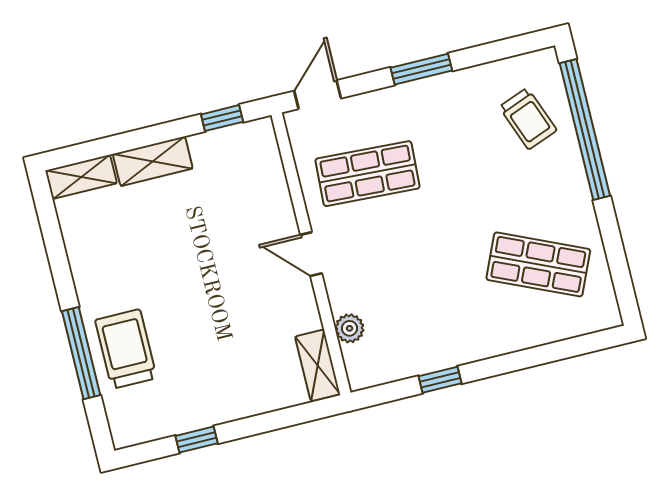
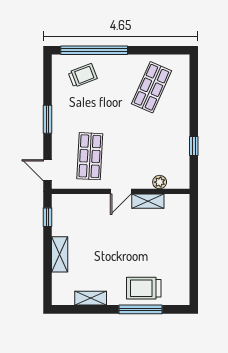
shelving: (81, 177) -> (91, 298), moved, turned 90
shelving: (318, 365) -> (148, 201), moved
window: (196, 440) -> (194, 266), removed

